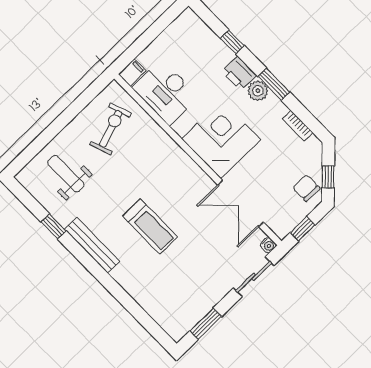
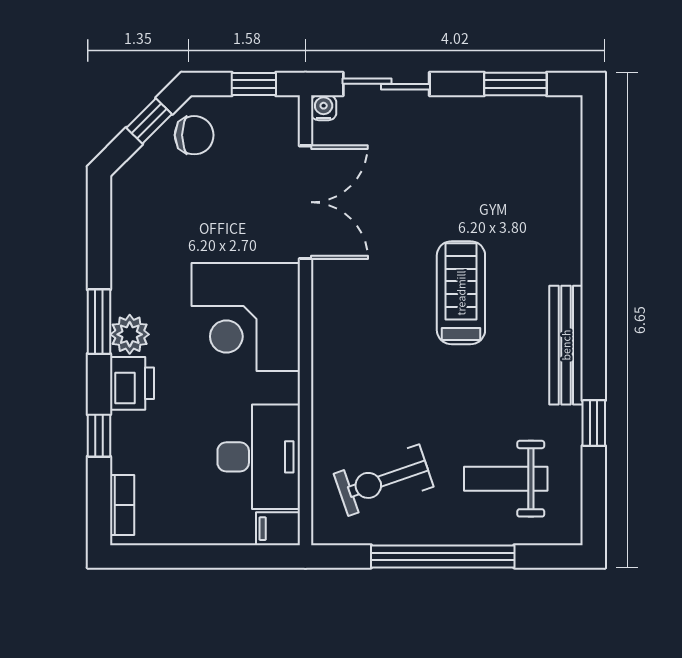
window: (61, 122) -> (443, 556), added
bookcase: (298, 126) -> (122, 505), moved
weight bench: (66, 174) -> (506, 479), turned 90
chair: (306, 188) -> (194, 135), turned -90

